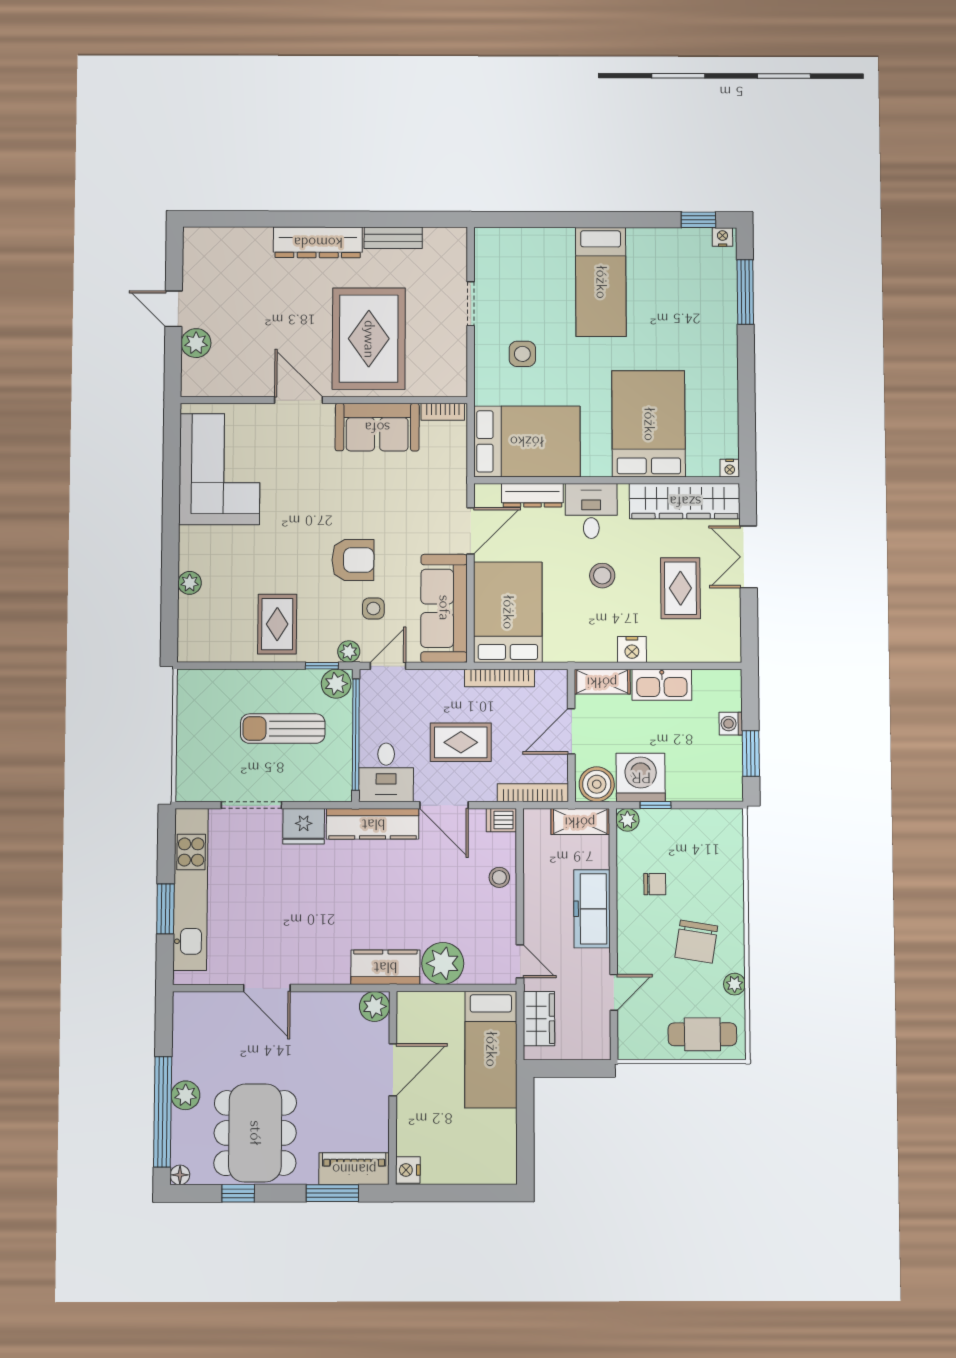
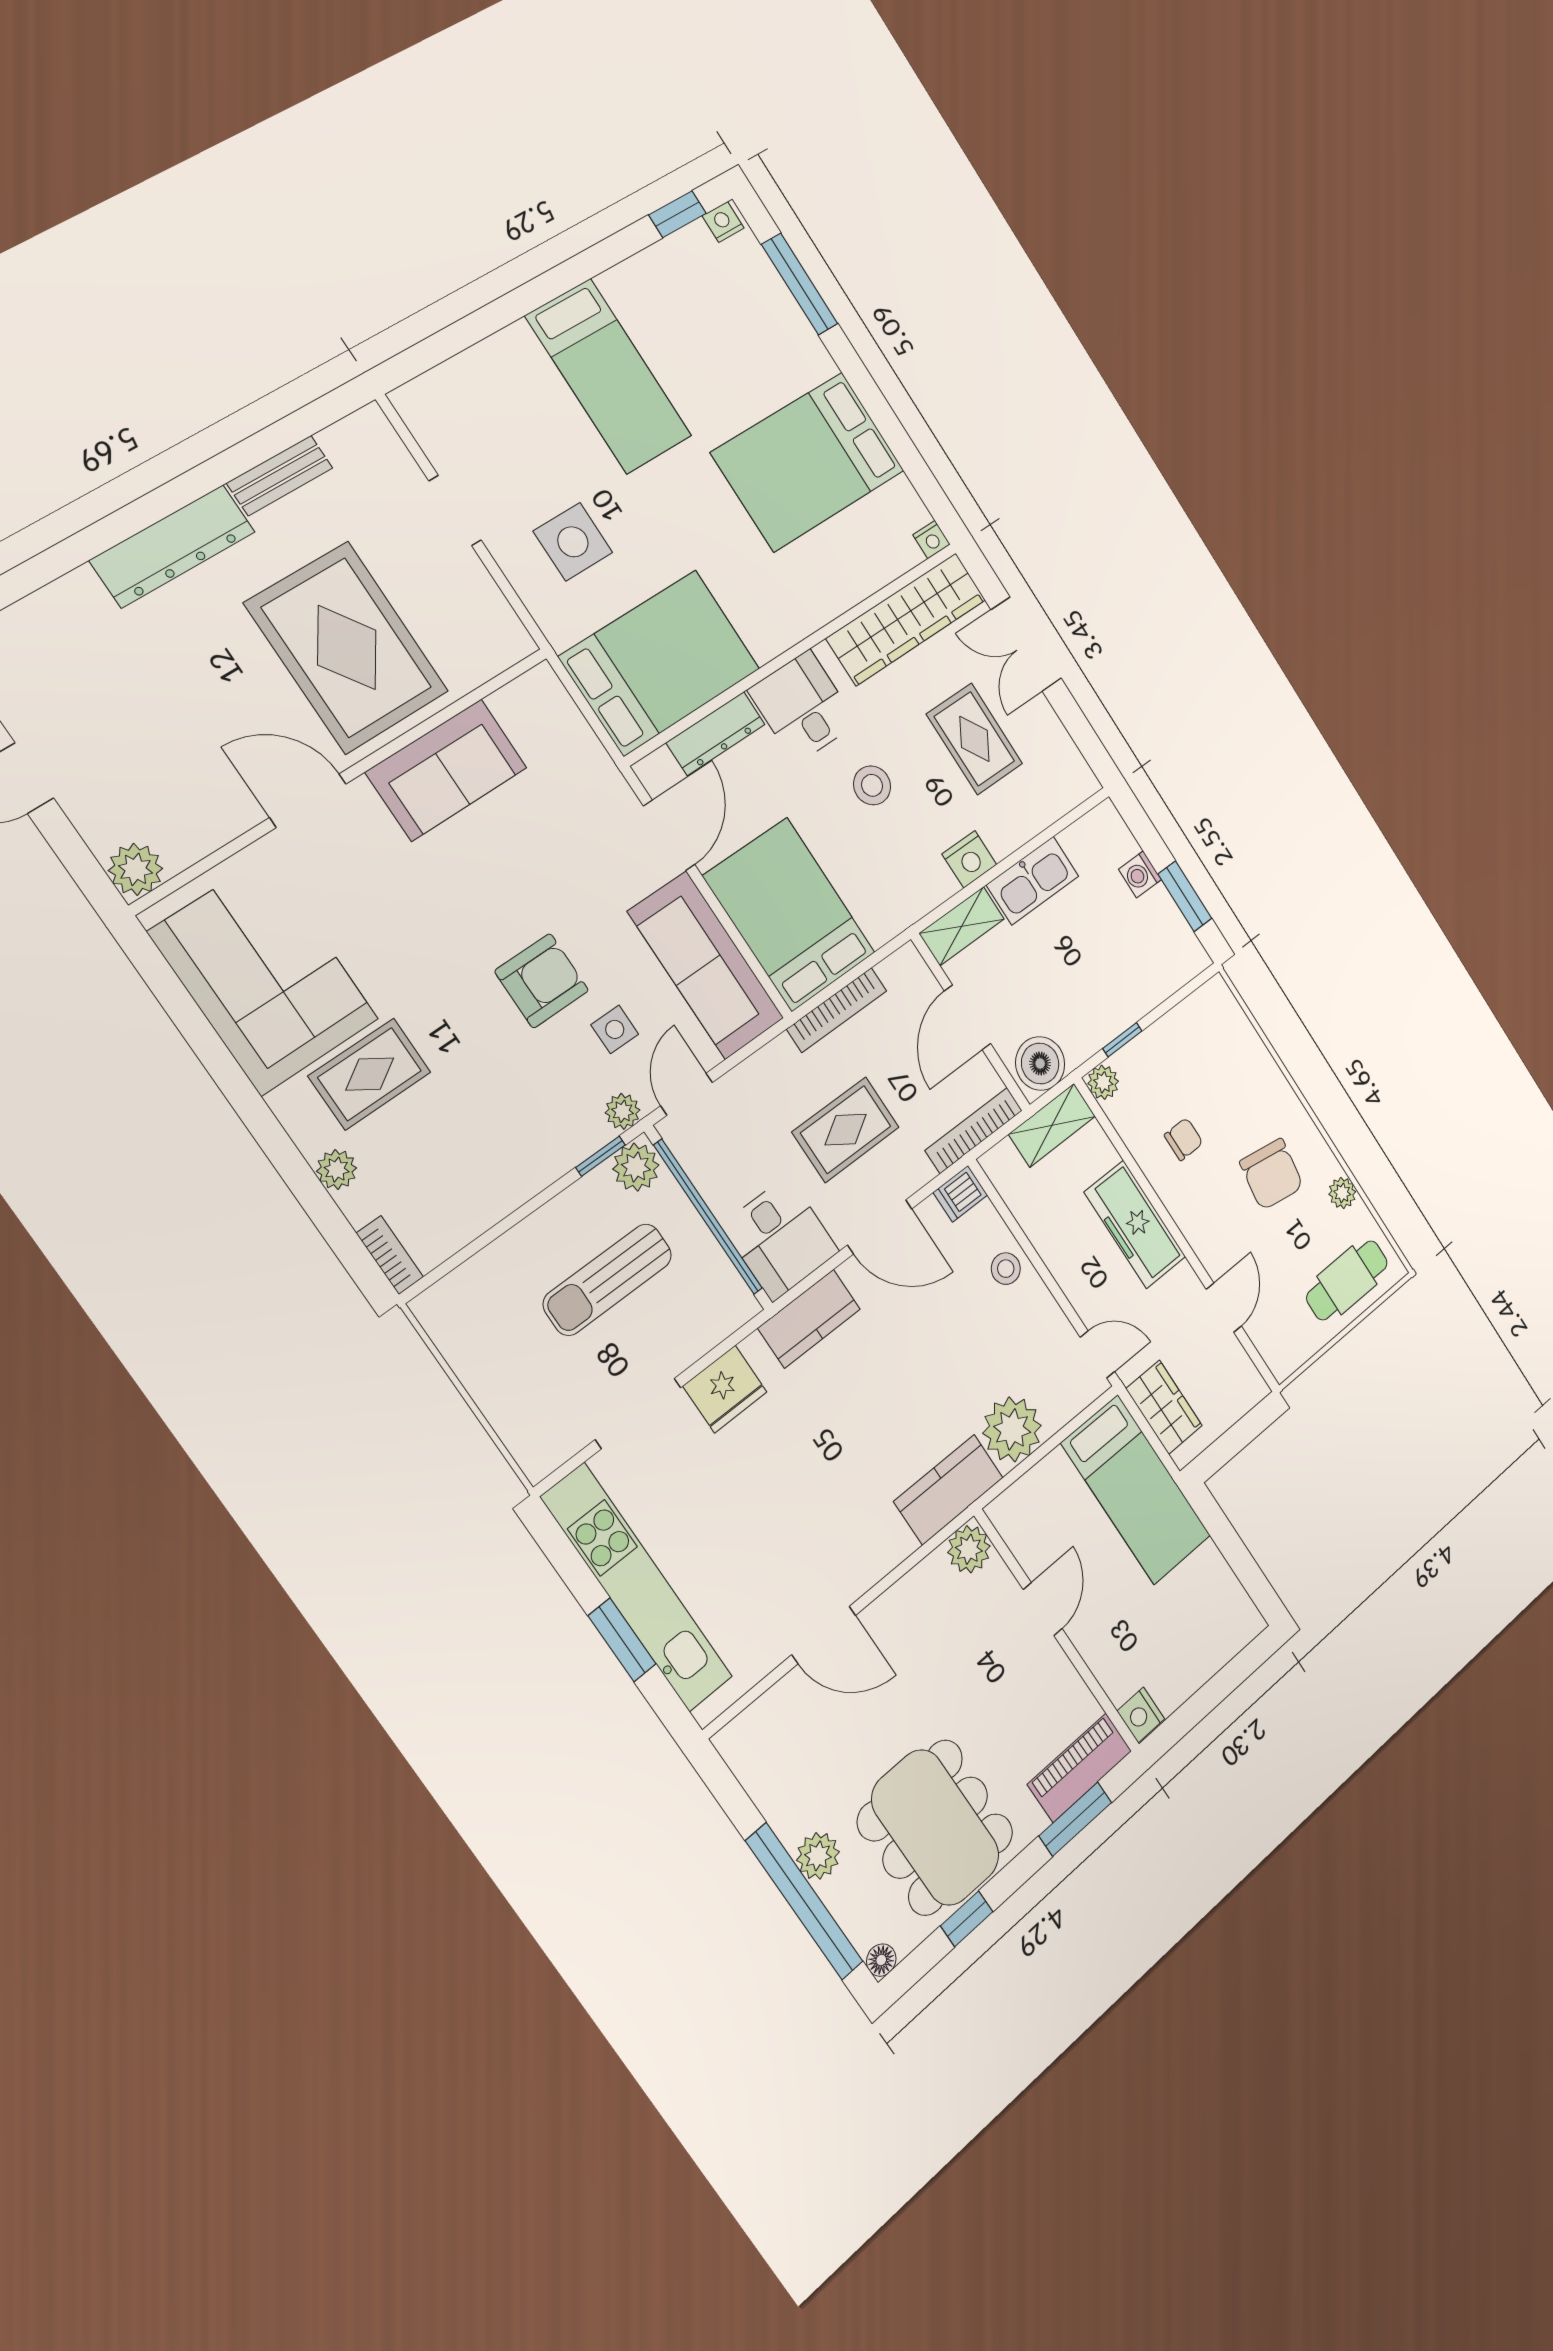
plant: (196, 343) -> (136, 869), moved
side table: (522, 354) -> (573, 542), width x1.37, depth x1.37
bookcase: (443, 412) -> (390, 1255), moved, turned -90
bed: (649, 424) -> (808, 462), moved, turned -90
rug: (277, 624) -> (370, 1074), moved, turned 90
washing machine: (641, 777) -> (1084, 1017), removed
kitchen counter: (373, 824) -> (809, 1319), width x0.67
door: (393, 1070) -> (1043, 1609), width x0.73

